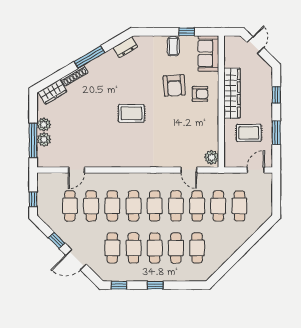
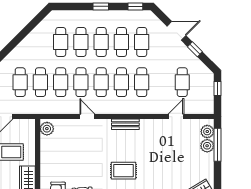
plant: (44, 125) -> (207, 132), moved
bench: (129, 162) -> (125, 124), added
door: (189, 170) -> (87, 117), moved
cafe table: (91, 206) -> (162, 82), removed

